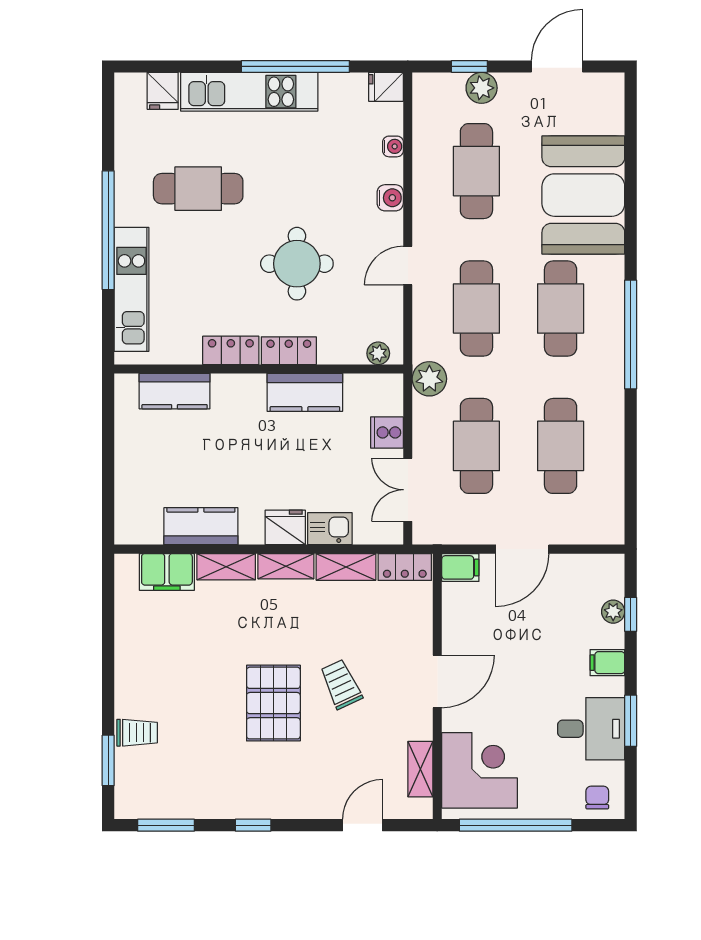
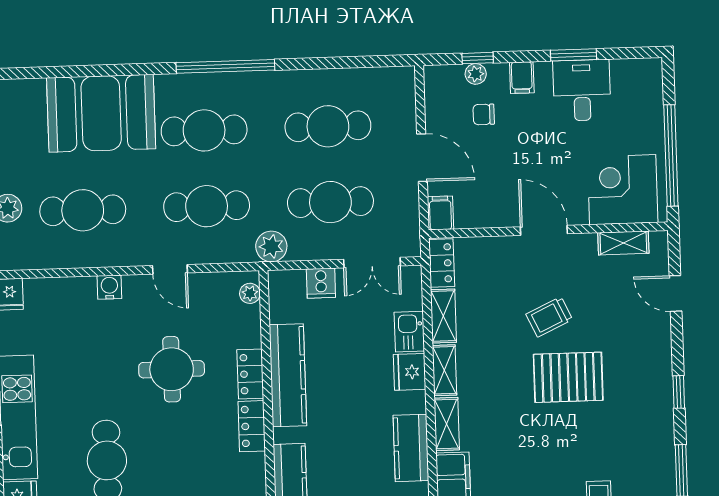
water cooler: (393, 146) -> (63, 286), removed
kitchen counter: (305, 392) -> (288, 375), width x1.50
chair: (597, 798) -> (484, 114), moved

